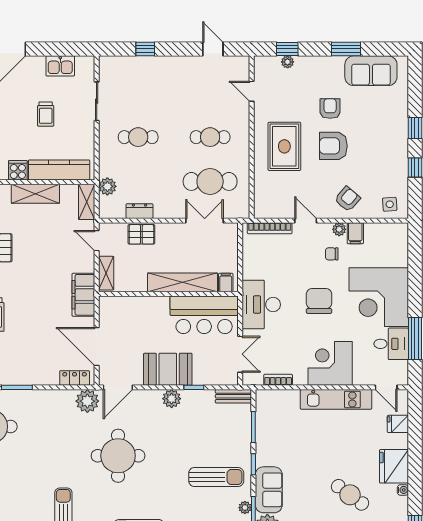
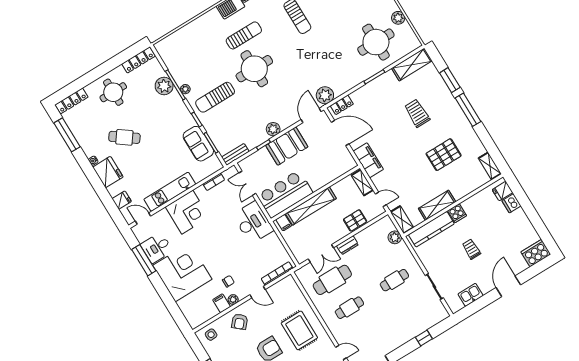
trolley: (46, 114) -> (471, 249), moved
dresser: (139, 211) -> (347, 245), moved
chair: (319, 301) -> (218, 247), removed
round table: (118, 456) -> (254, 69), moved
sofa: (269, 490) -> (198, 144), moved

